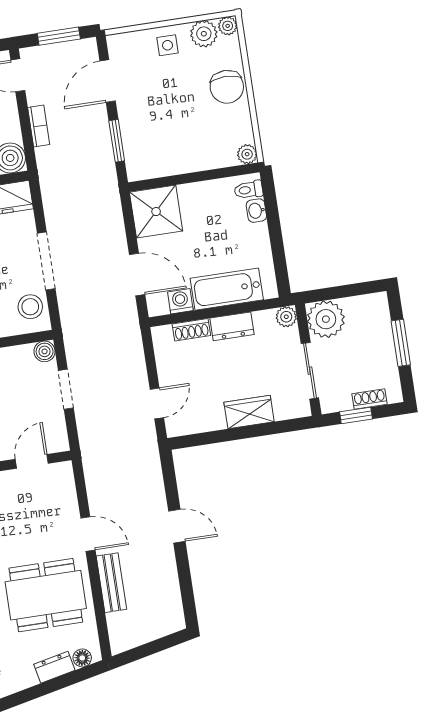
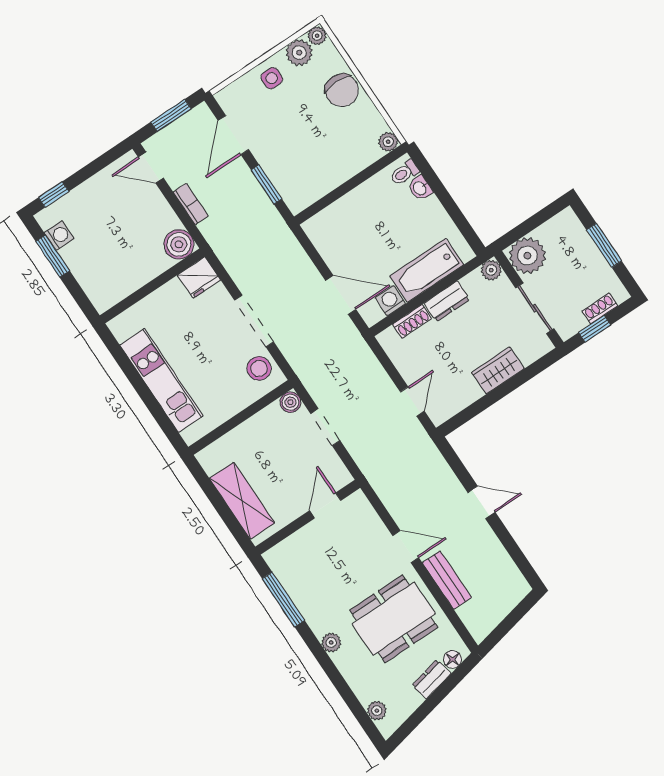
shower: (156, 212) -> (331, 231), removed

